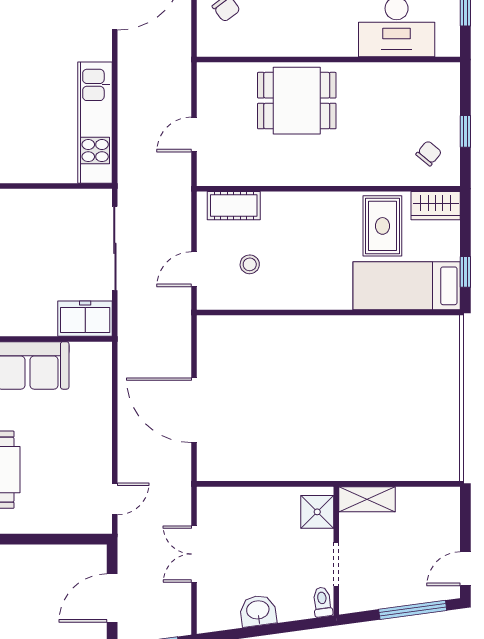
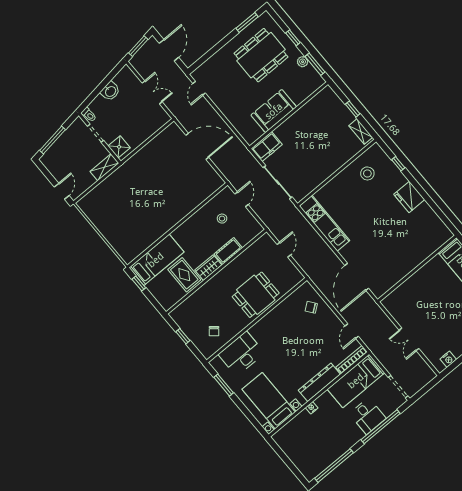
chair: (429, 153) -> (214, 331), moved
cot: (234, 206) -> (228, 251), moved
wardrobe: (436, 206) -> (208, 268), moved
door: (465, 569) -> (62, 191), moved

